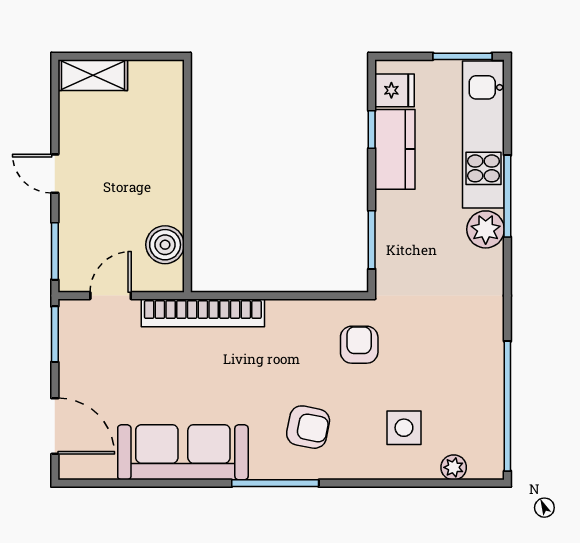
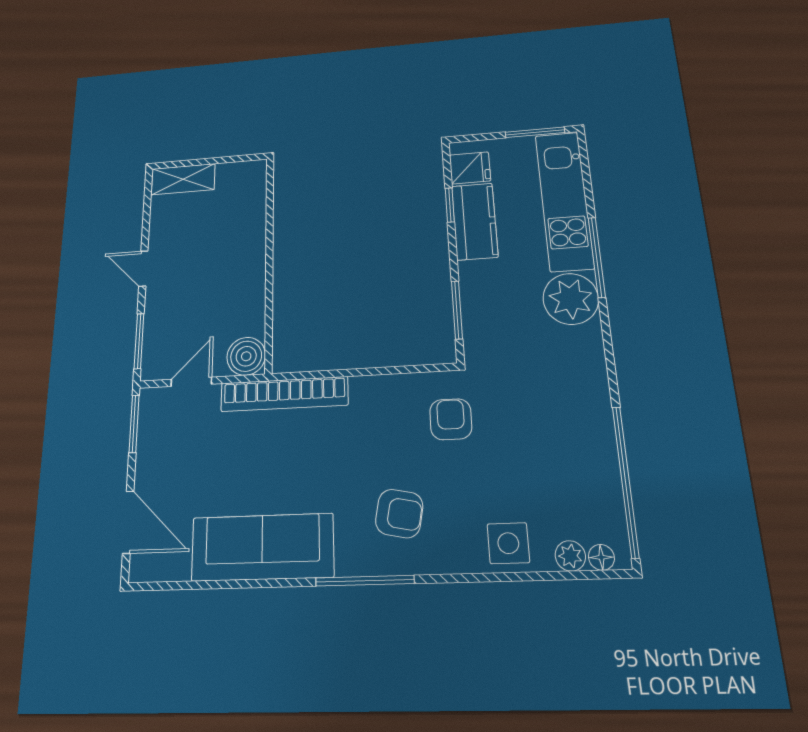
plant: (486, 229) -> (571, 299), width x1.36, depth x1.36
boiler: (165, 245) -> (246, 356), moved
side table: (404, 428) -> (508, 543), moved
floor lamp: (479, 469) -> (601, 557), added

